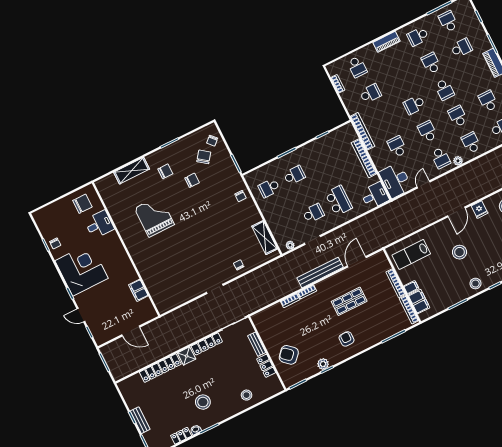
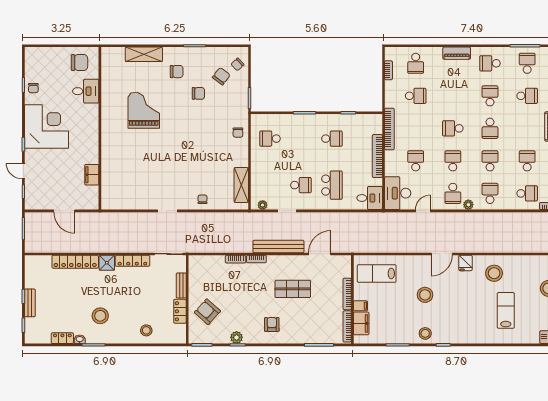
school desk: (294, 175) -> (332, 139), moved

